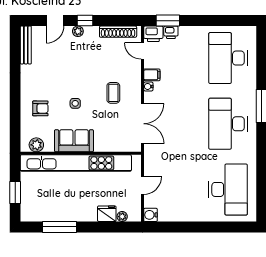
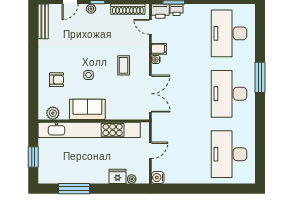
desk: (228, 189) -> (229, 154), turned 180

